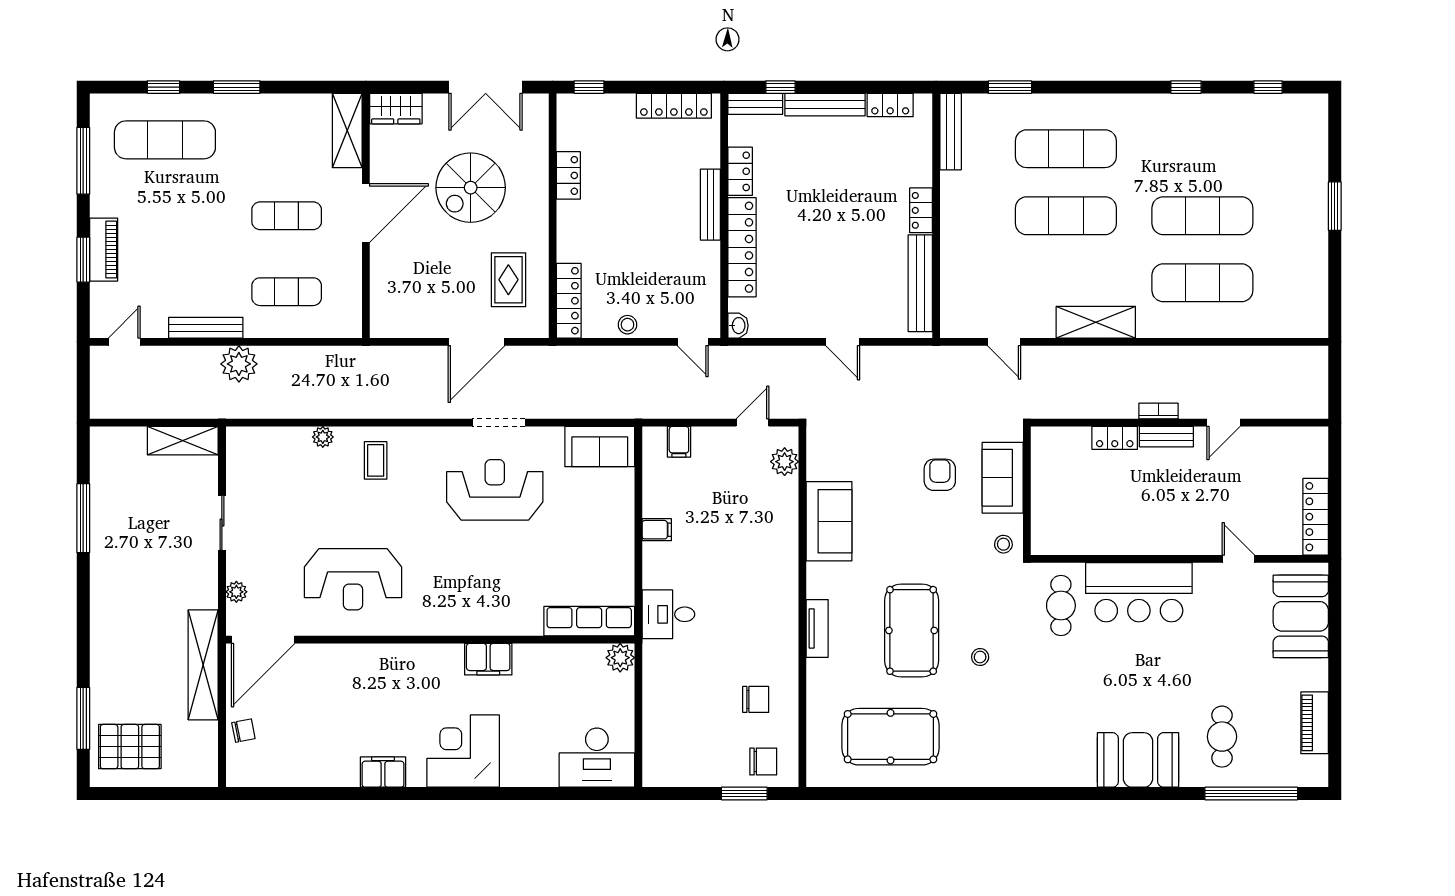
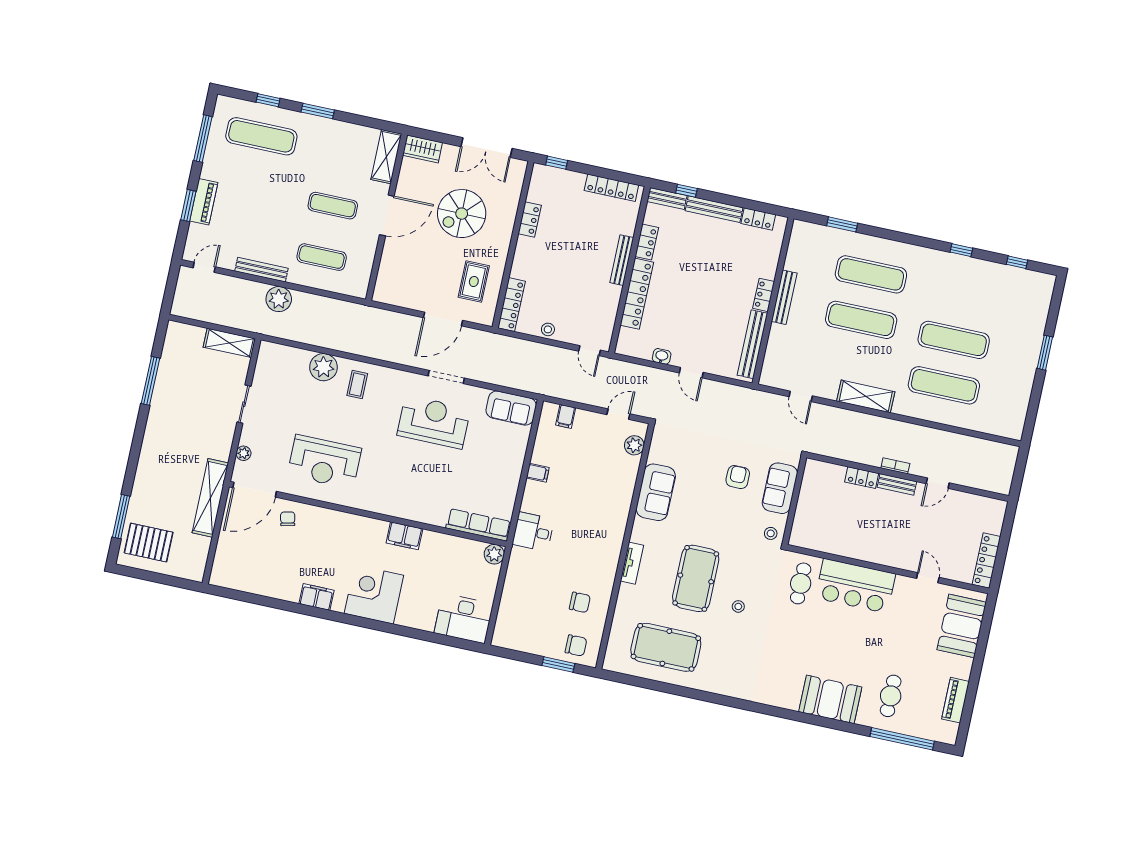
bench: (951, 132) -> (784, 297), moved
washbasin: (738, 326) -> (662, 356), moved, turned -90
plant: (323, 437) -> (323, 367), width x1.88, depth x1.88
chair: (243, 731) -> (288, 519), moved, turned -92

